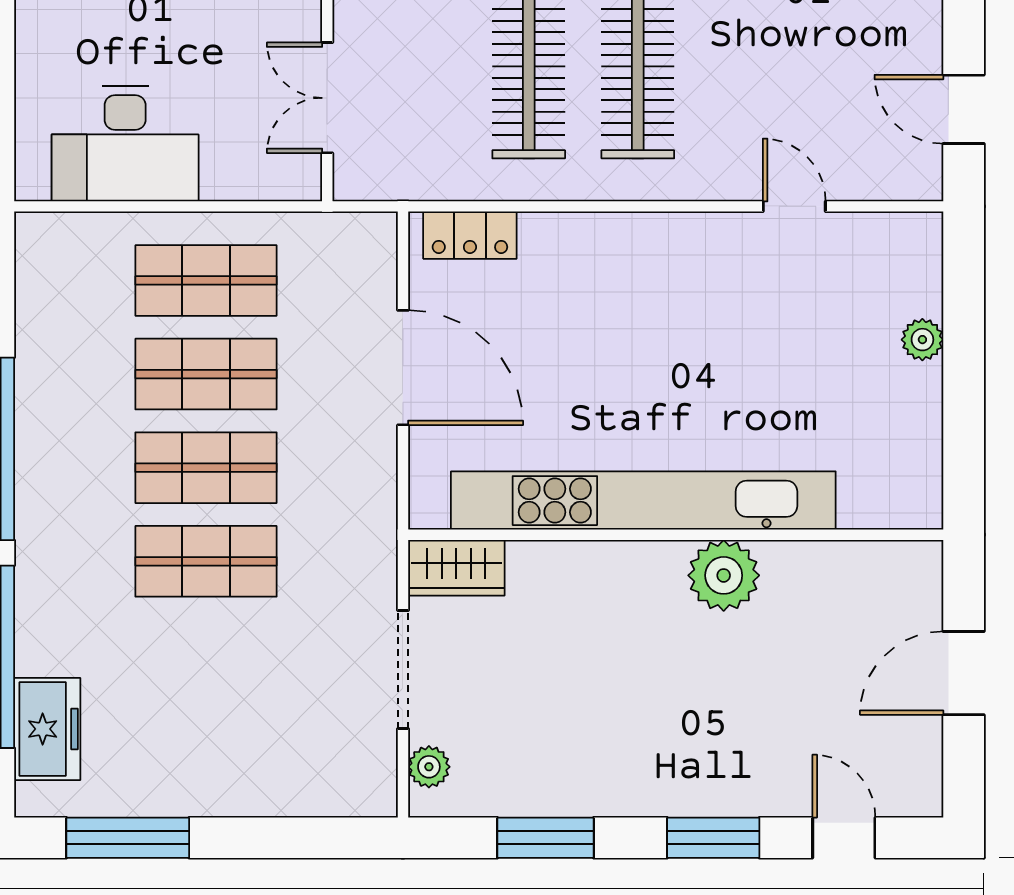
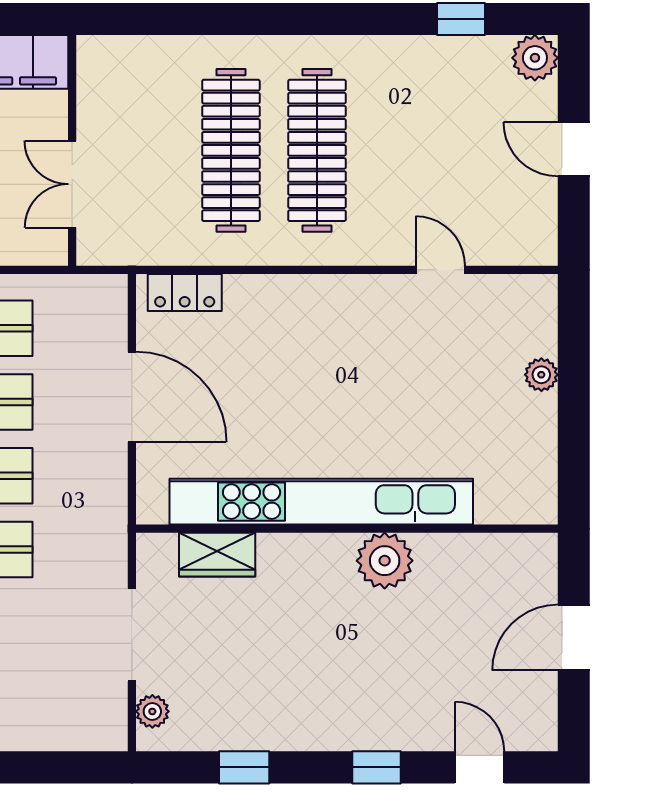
door: (964, 109) -> (574, 149), moved
wardrobe: (456, 568) -> (217, 555), moved
window: (545, 838) -> (244, 767), width x0.67
window: (713, 838) -> (376, 767), width x0.67

